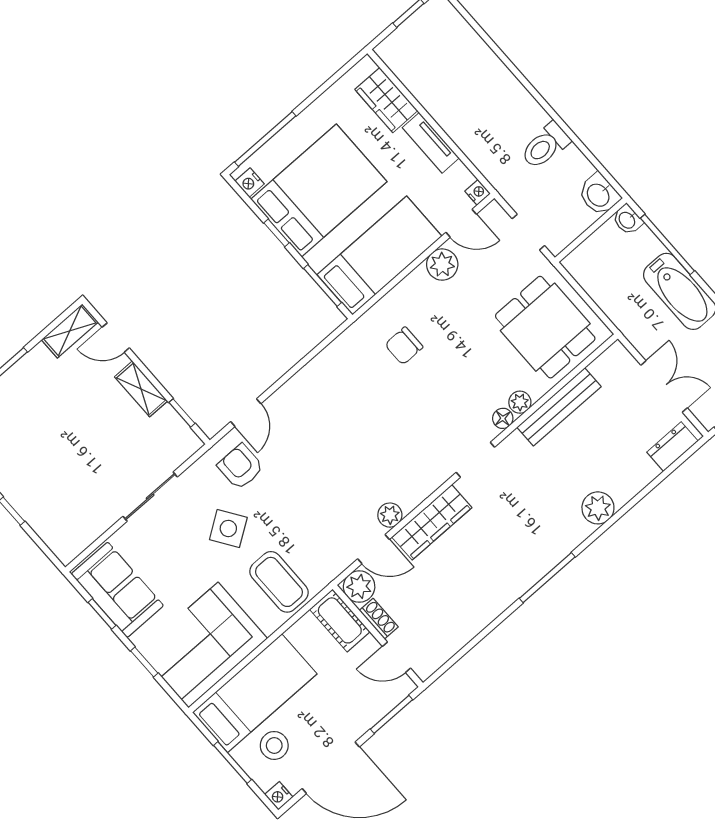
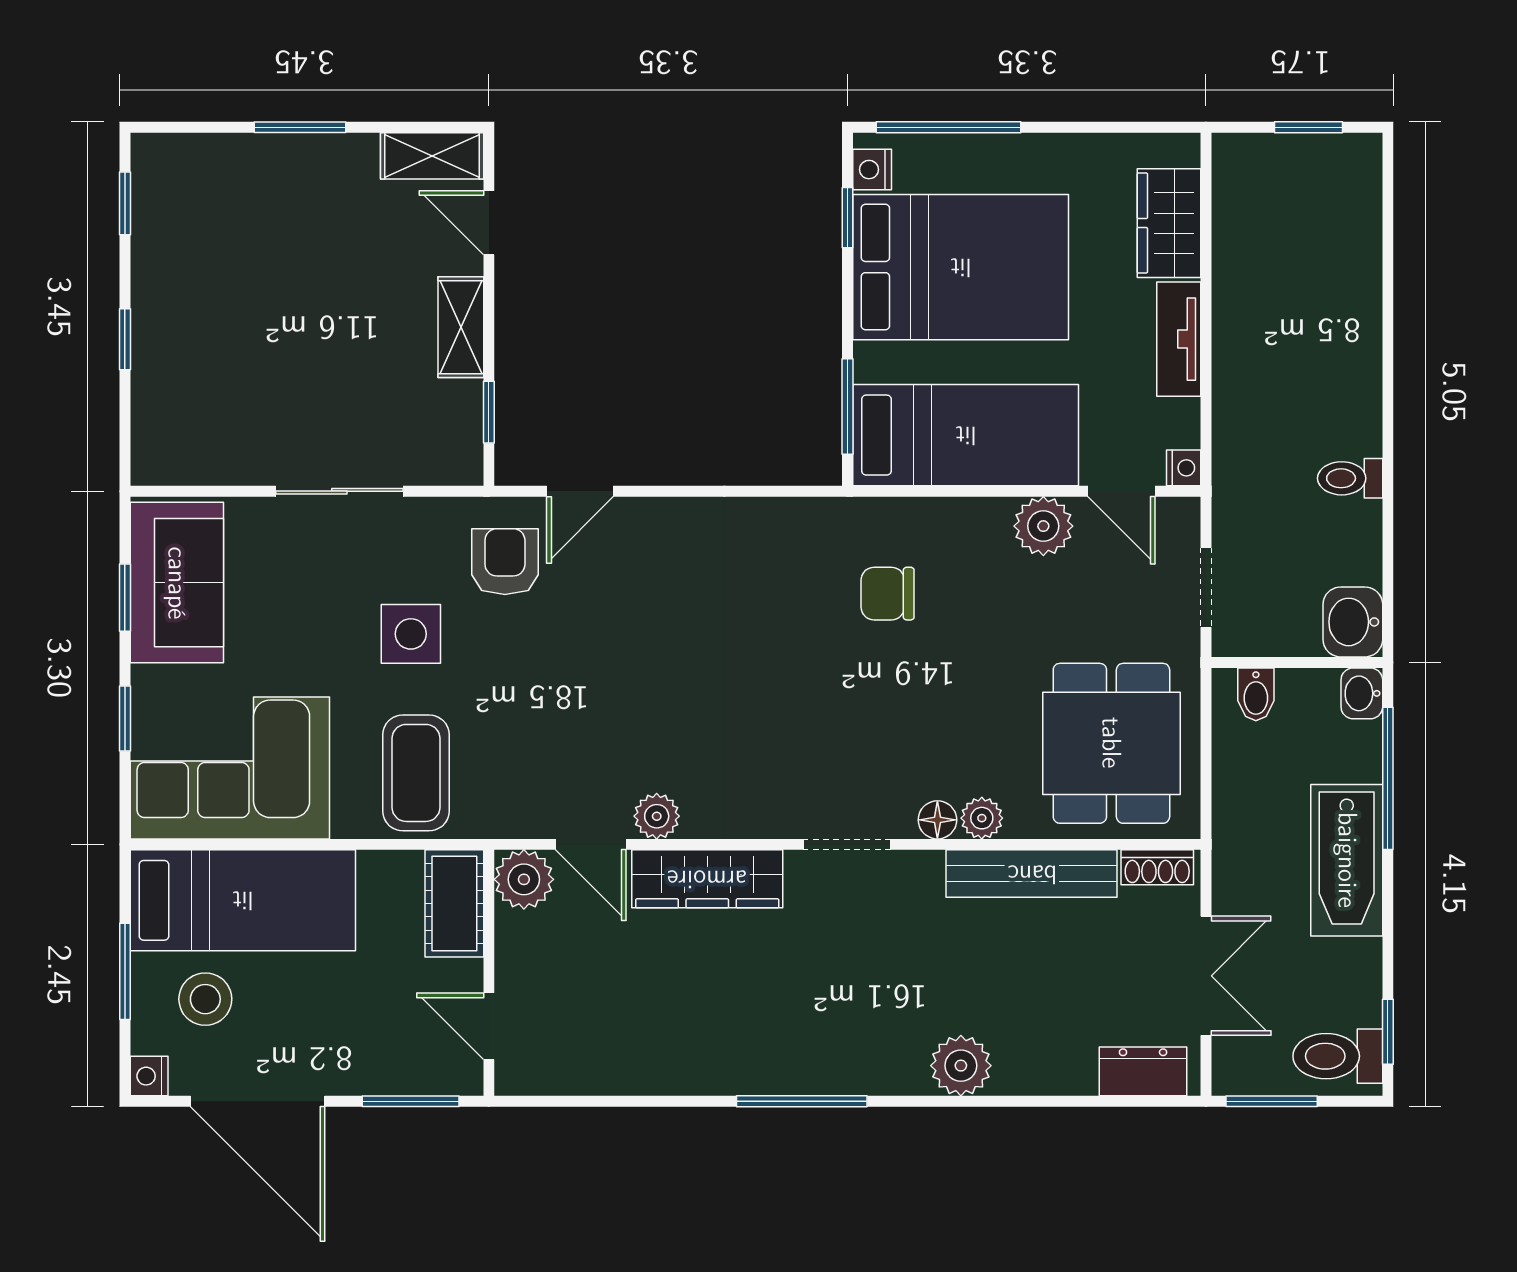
toilet: (545, 146) -> (1350, 478), width x0.73, depth x0.72
window: (276, 233) -> (847, 218), moved
bidet: (586, 257) -> (1256, 694), added
side table: (228, 528) -> (411, 634), turned 34
shoe rack: (379, 619) -> (1157, 867), moved, turned 90

